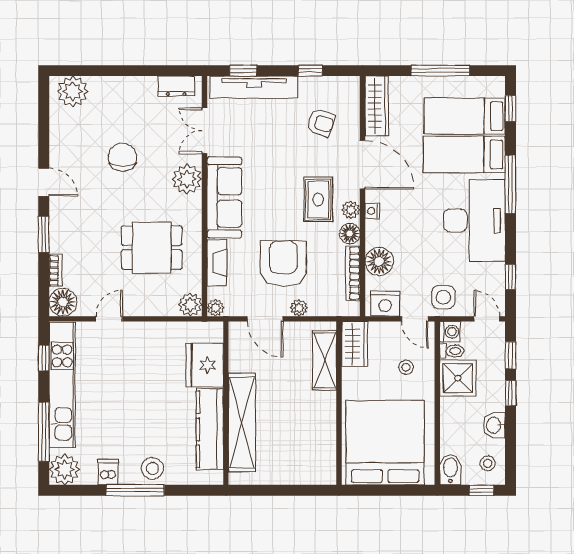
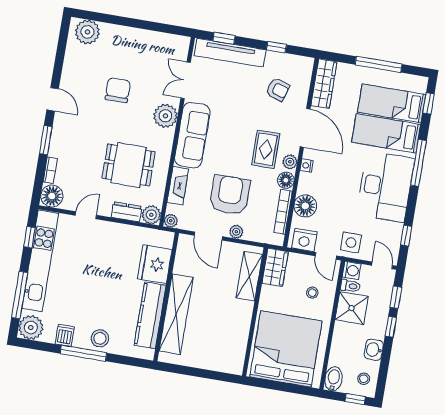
dresser: (176, 86) -> (126, 212), moved, turned 180

